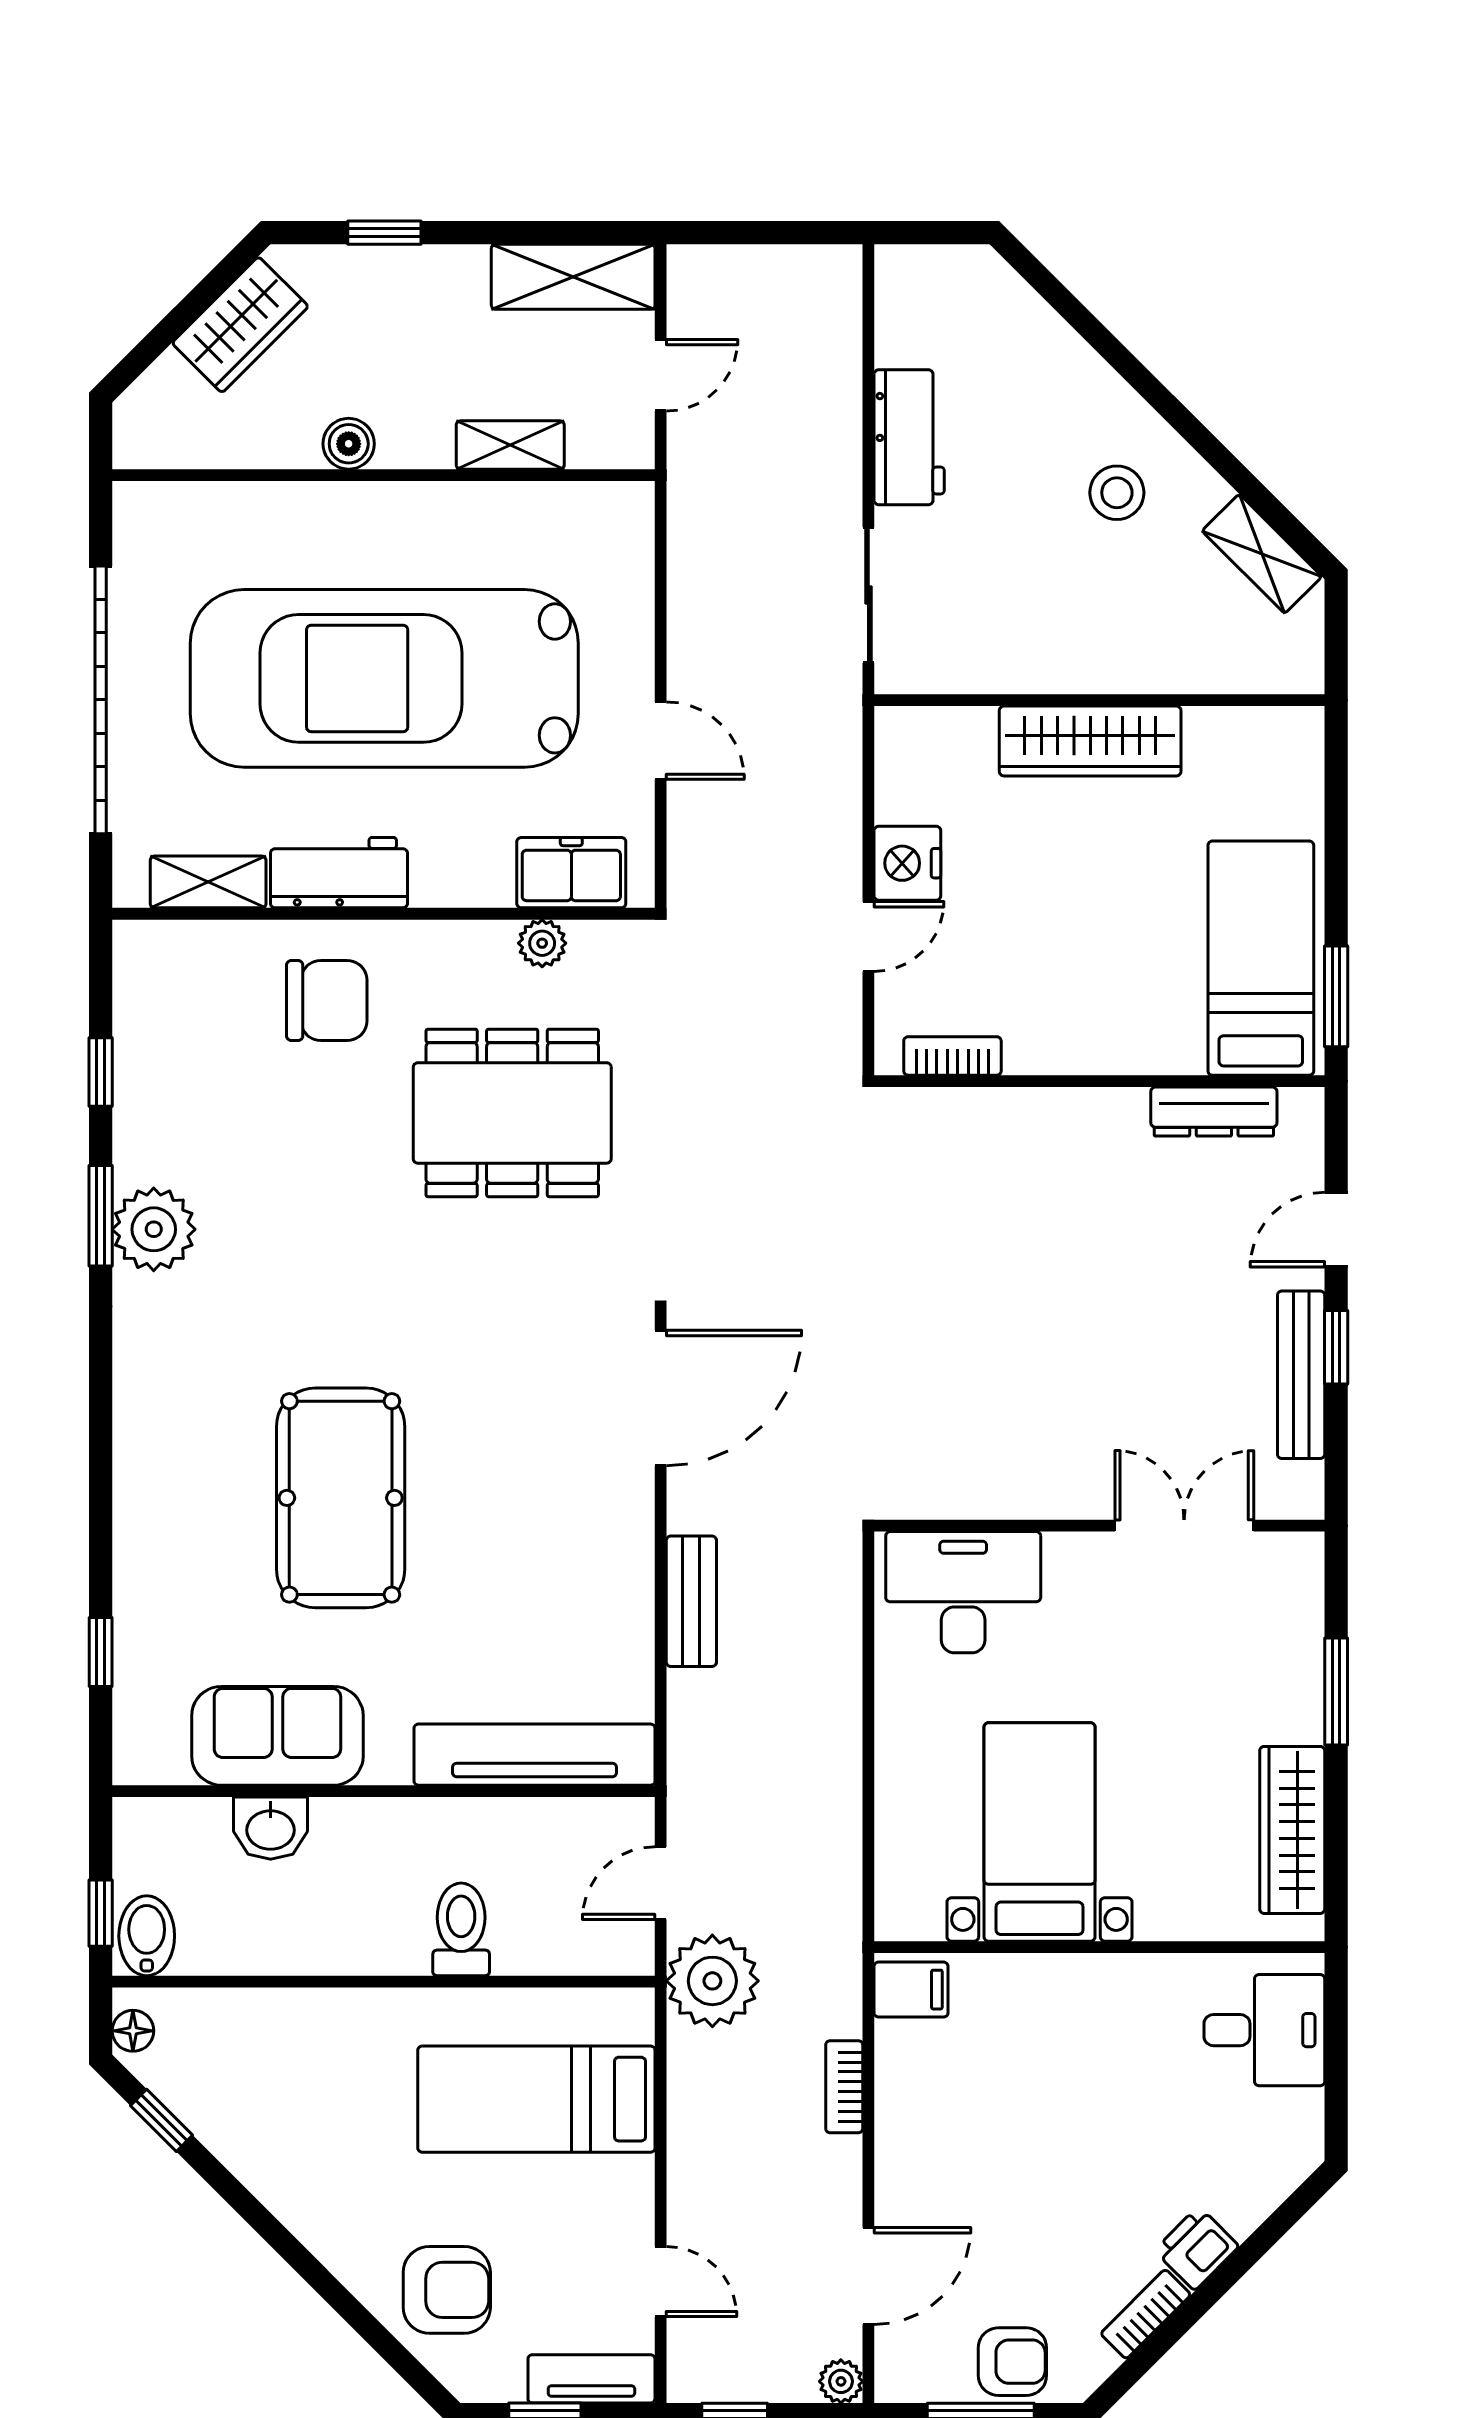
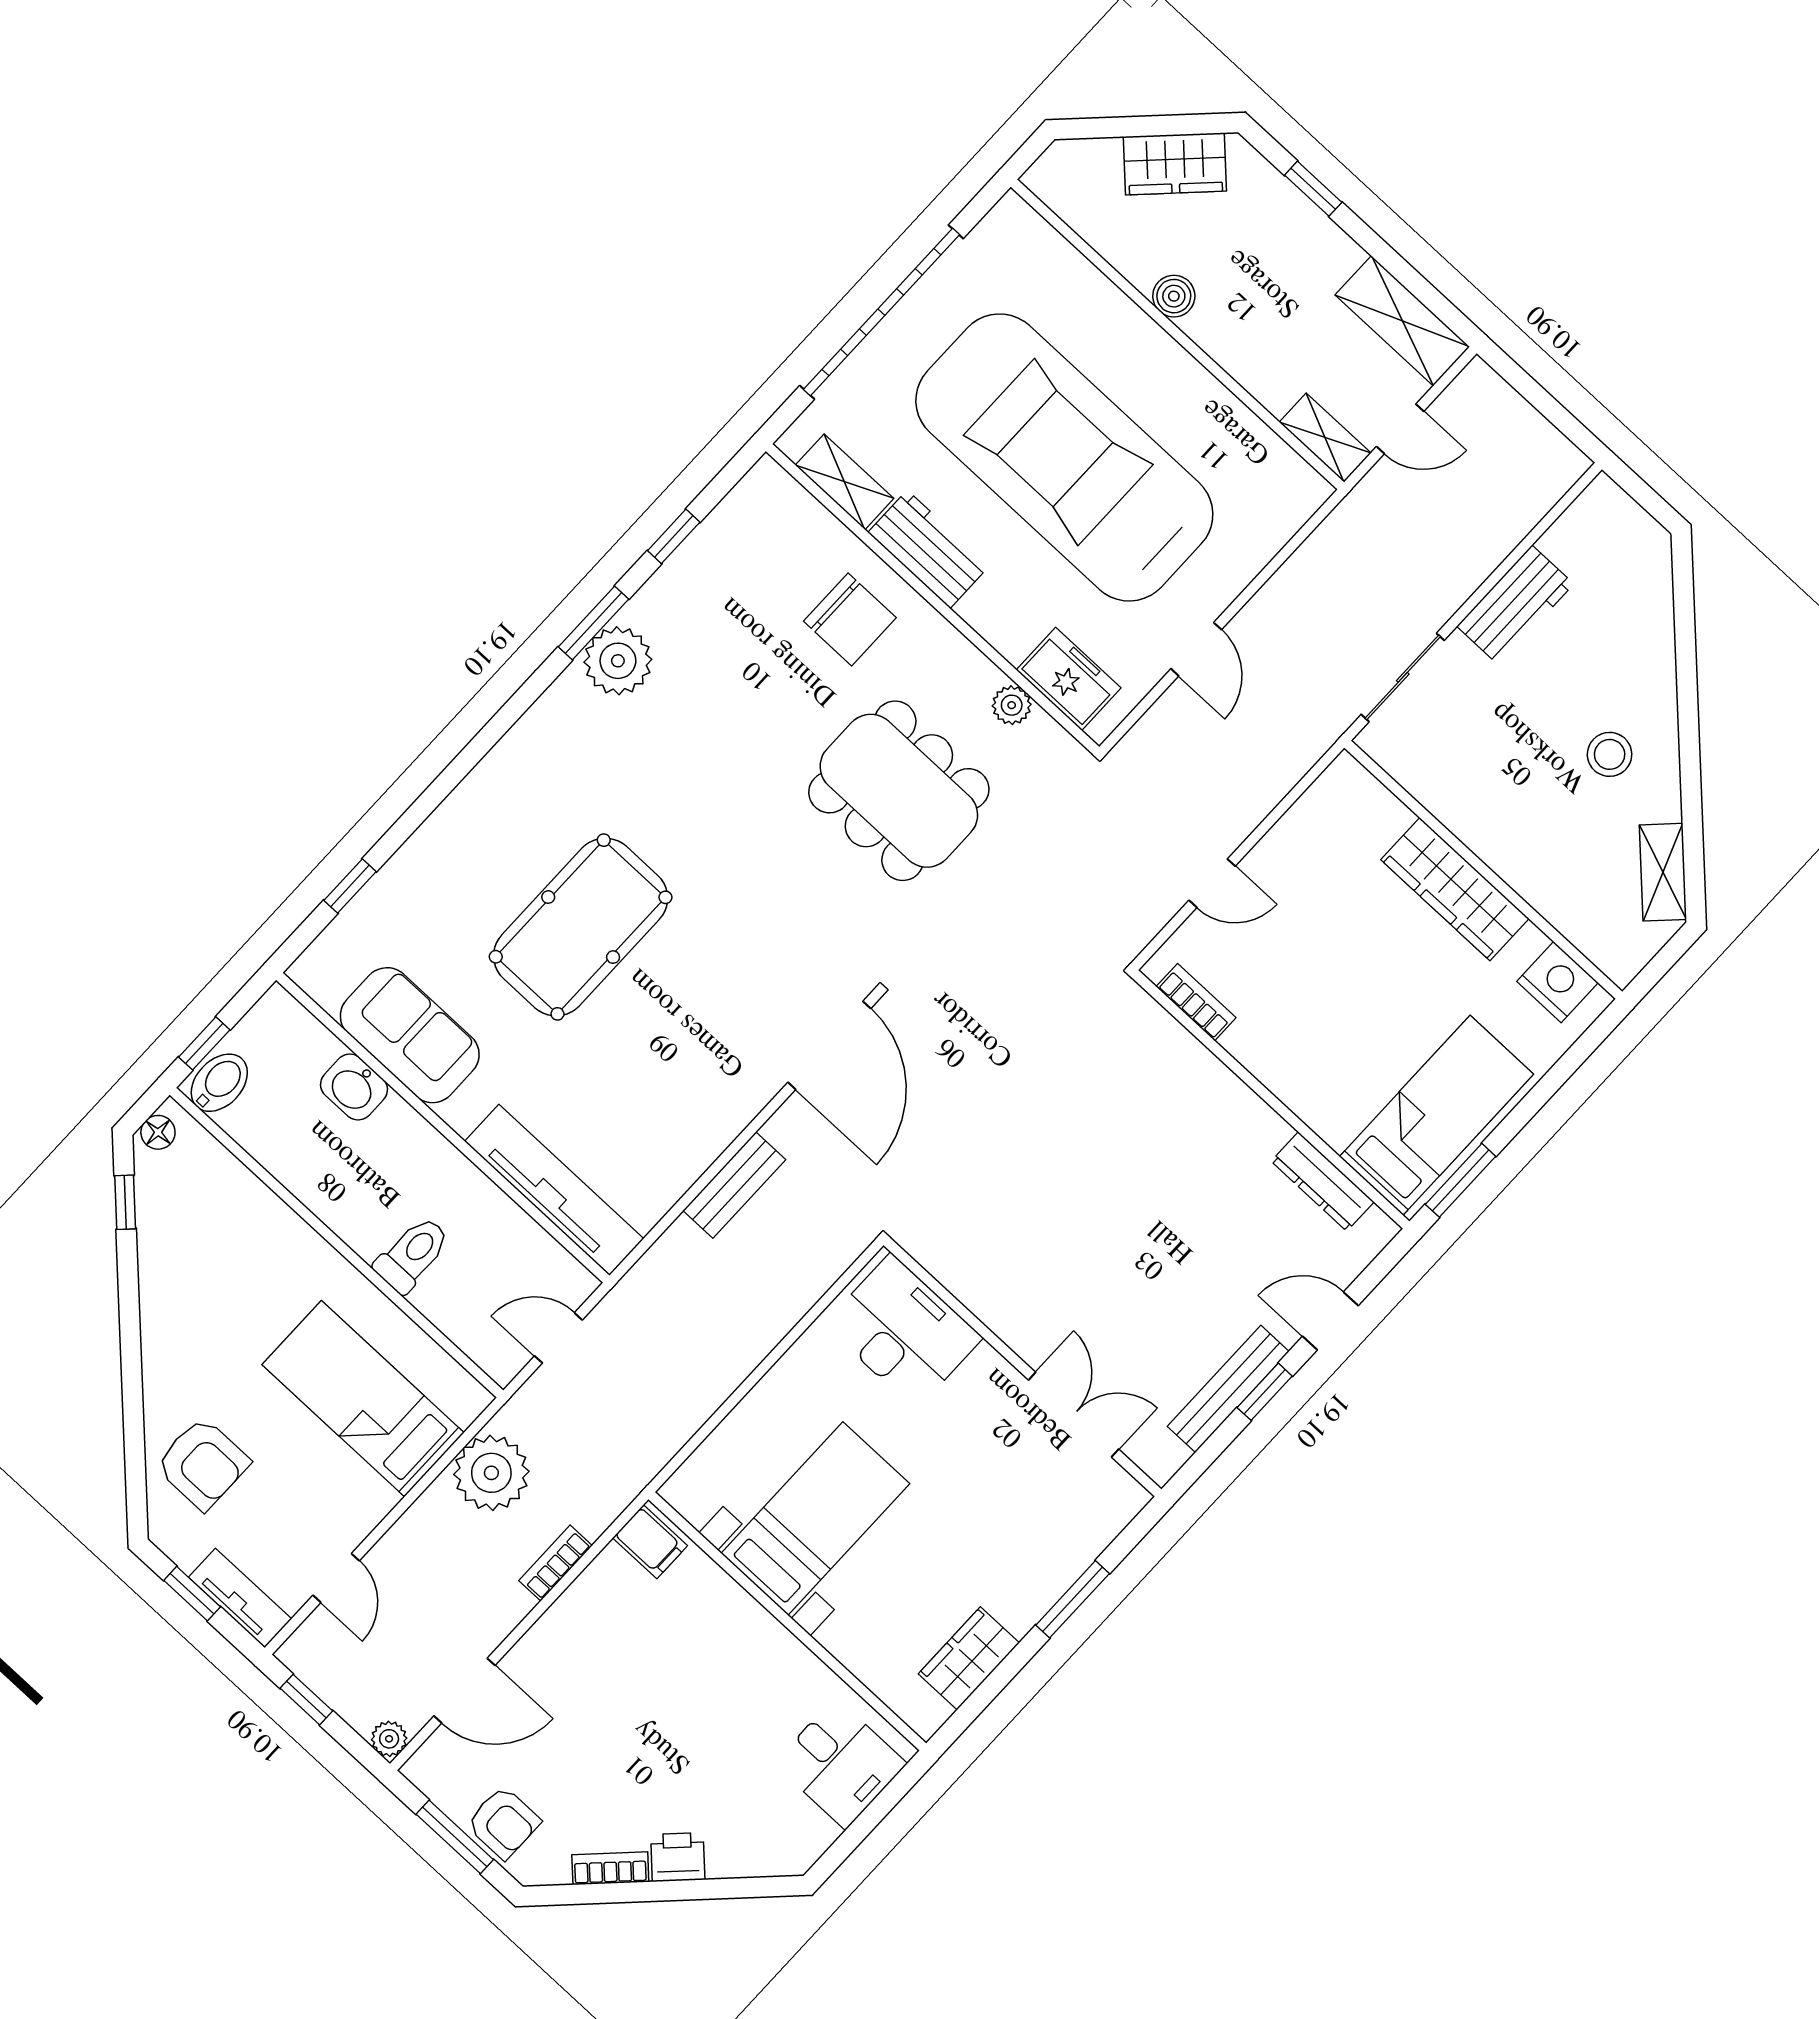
shelving: (510, 445) -> (1325, 438), moved
nightstand: (907, 863) -> (1557, 982), moved, turned 90
door: (661, 1398) -> (829, 1045), hinge flipped
wardrobe: (1292, 1830) -> (969, 1658), width x0.67
plant: (712, 1981) -> (491, 1473), moved

